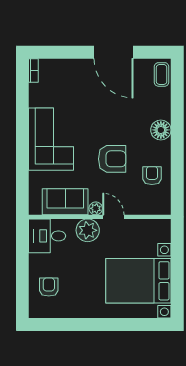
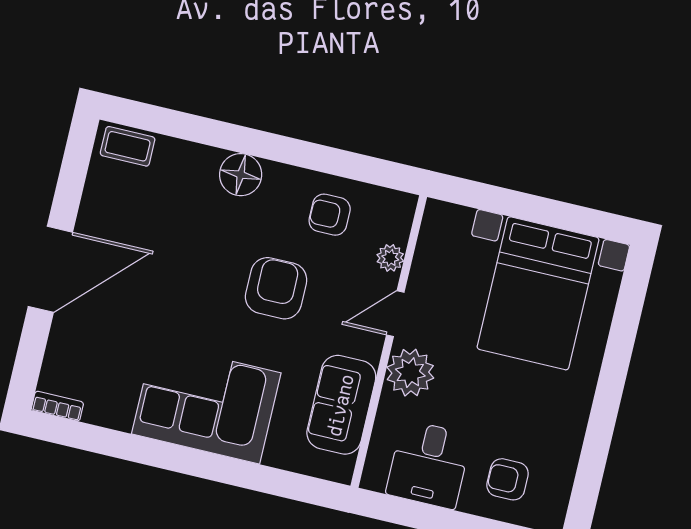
door: (114, 52) -> (50, 269), moved
plant: (96, 208) -> (390, 258), moved
desk: (47, 236) -> (429, 464), moved

